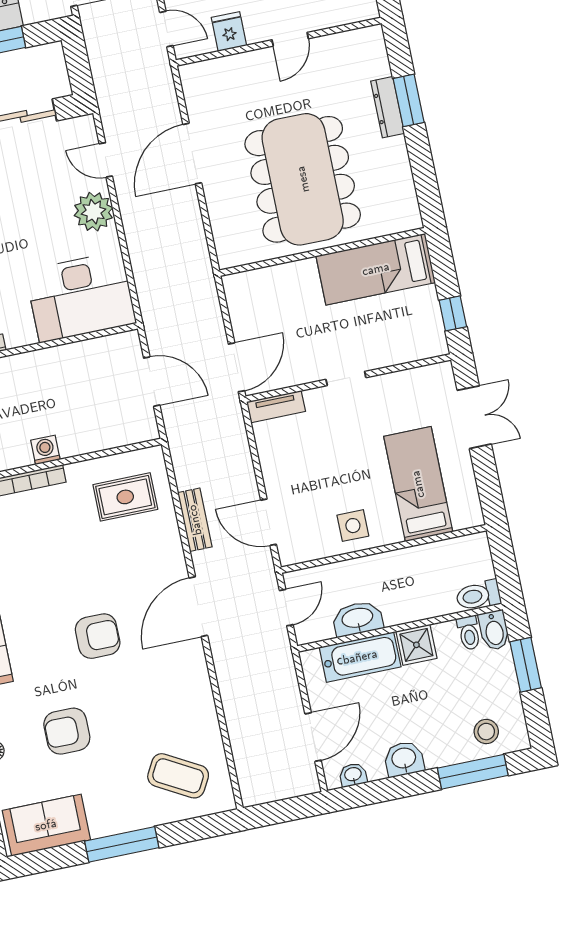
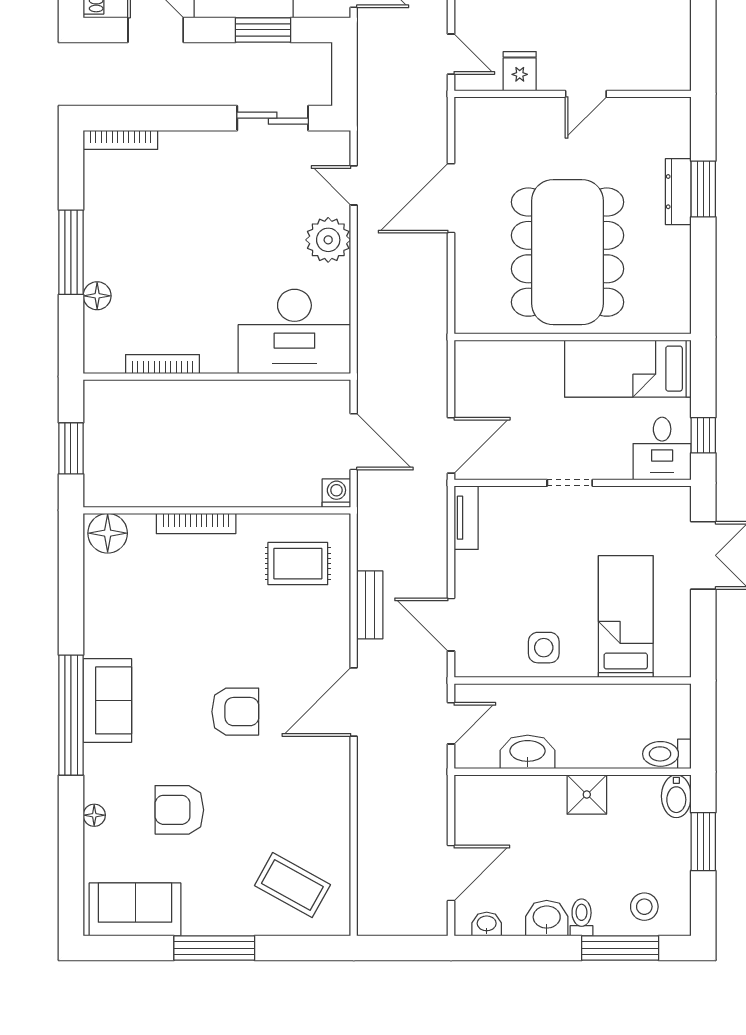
desk: (420, 332) -> (662, 449), added
tv unit: (276, 407) -> (466, 518), moved, turned -90
washing machine: (45, 450) -> (336, 493), moved
toilet: (469, 633) -> (582, 917), moved, turned 180
bathtub: (360, 657) -> (521, 795), removed

